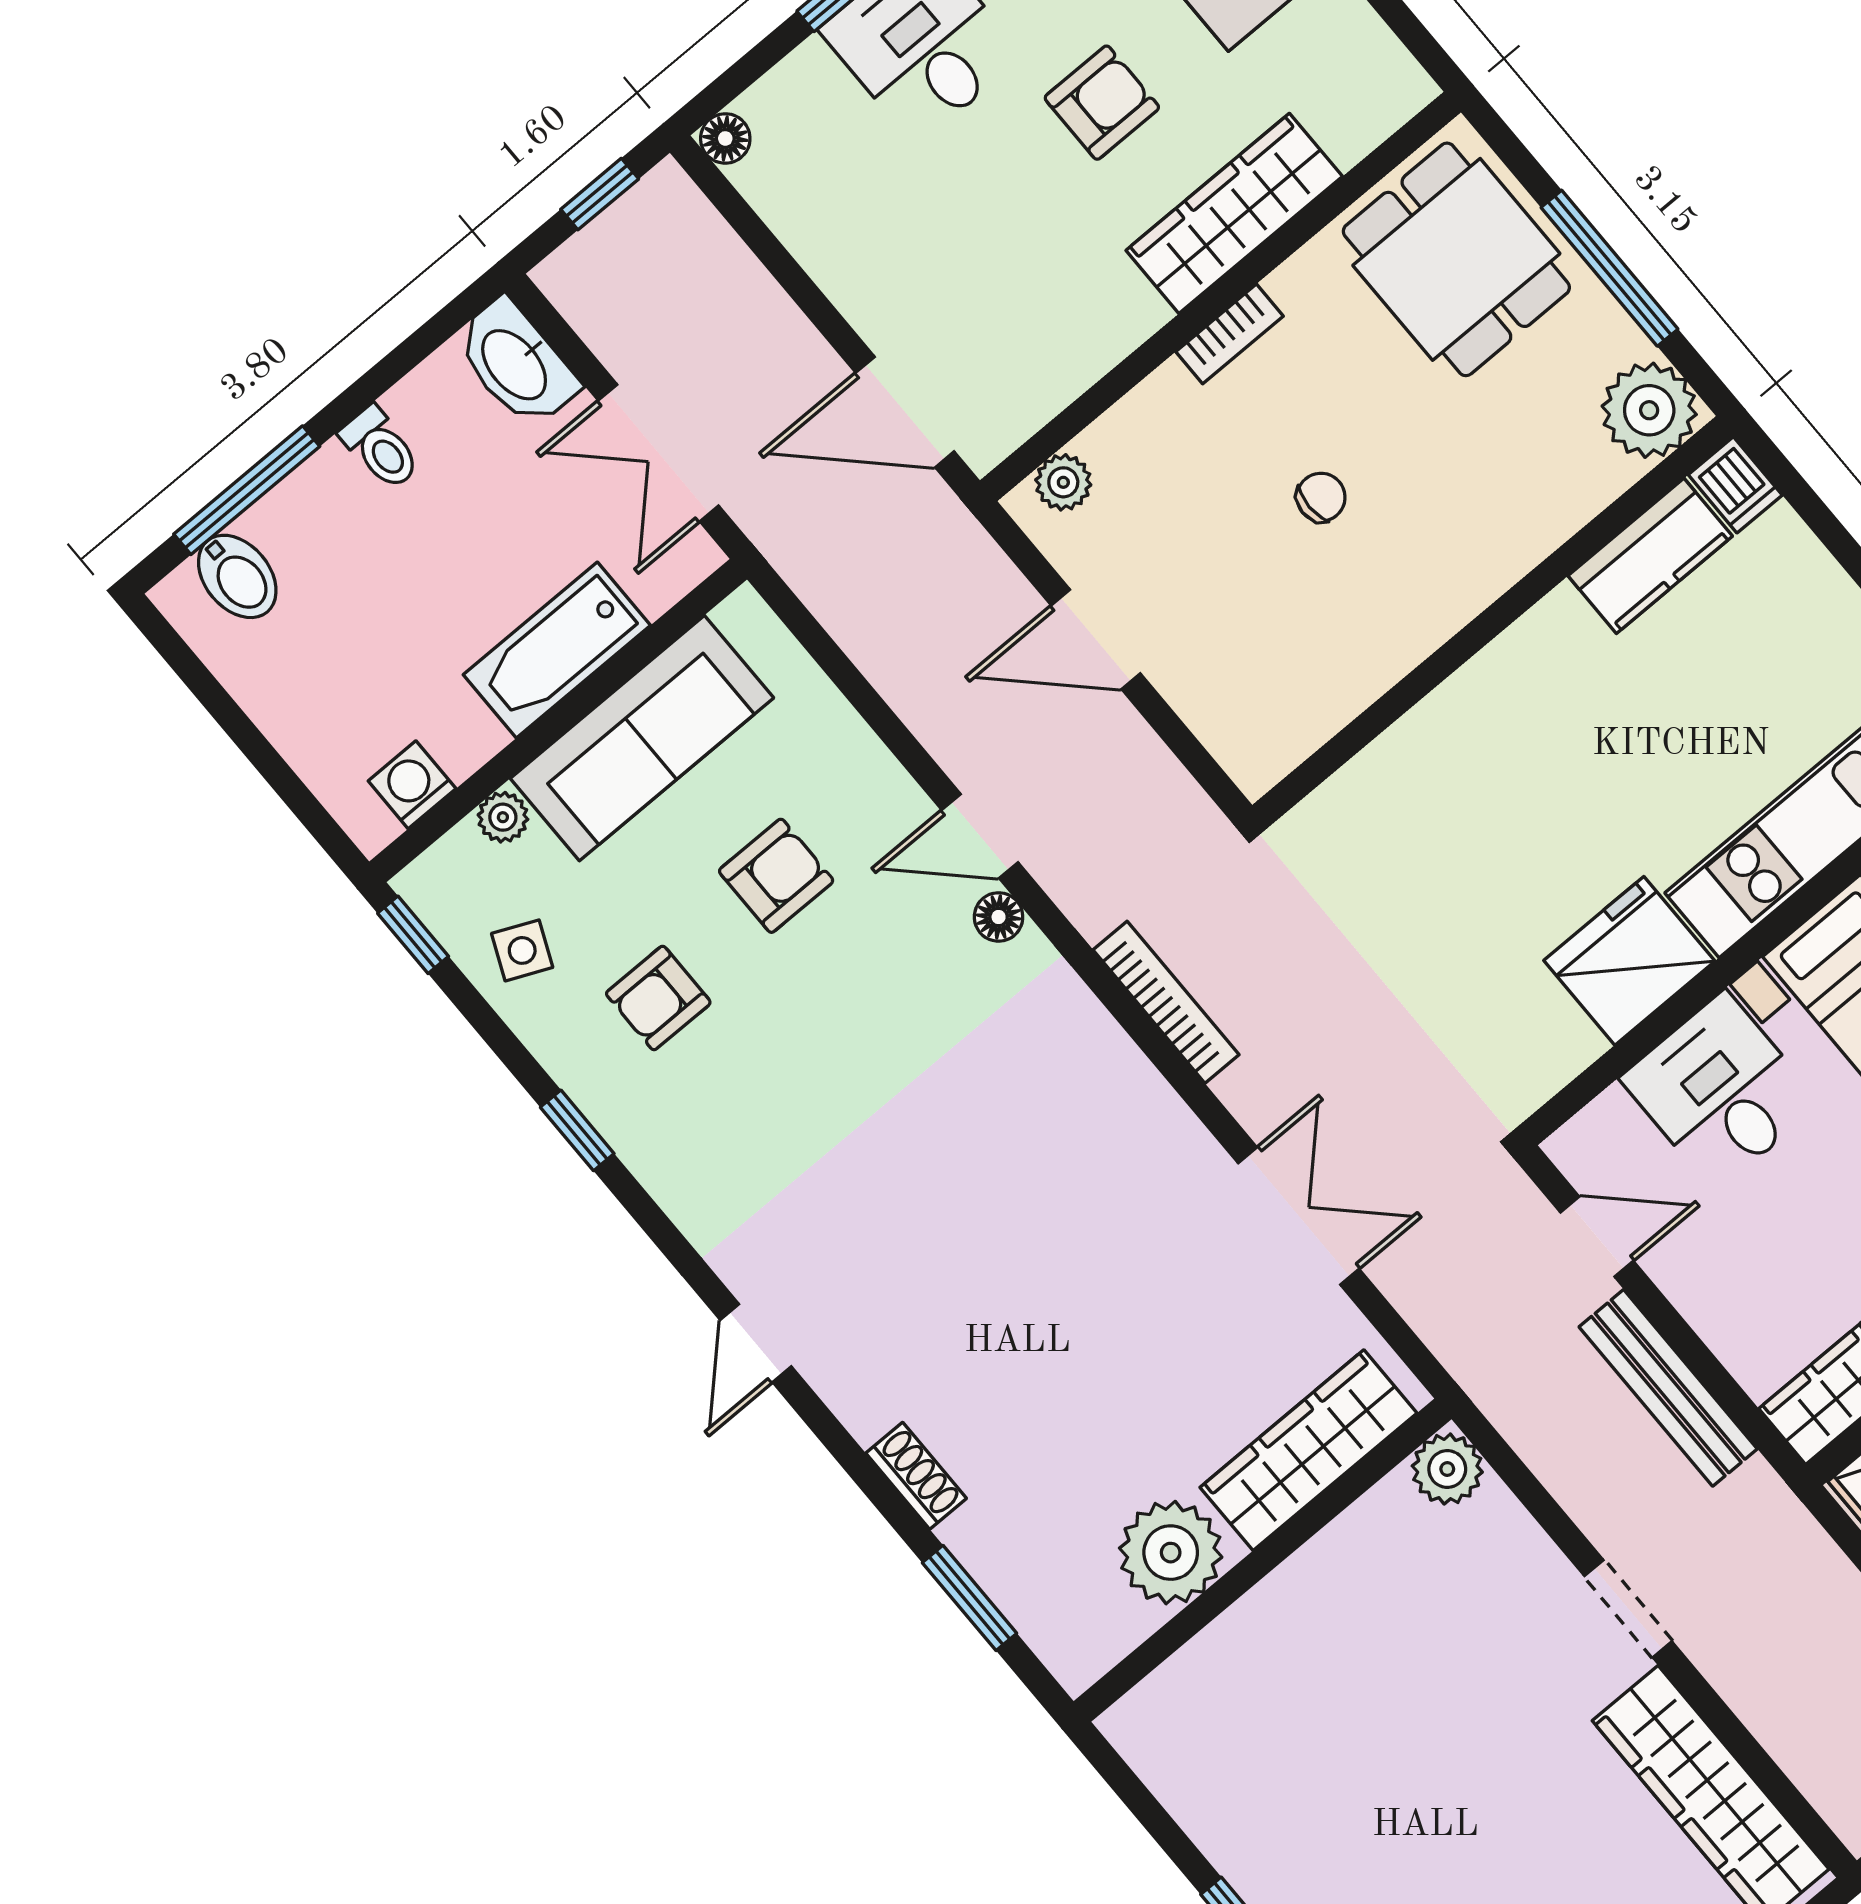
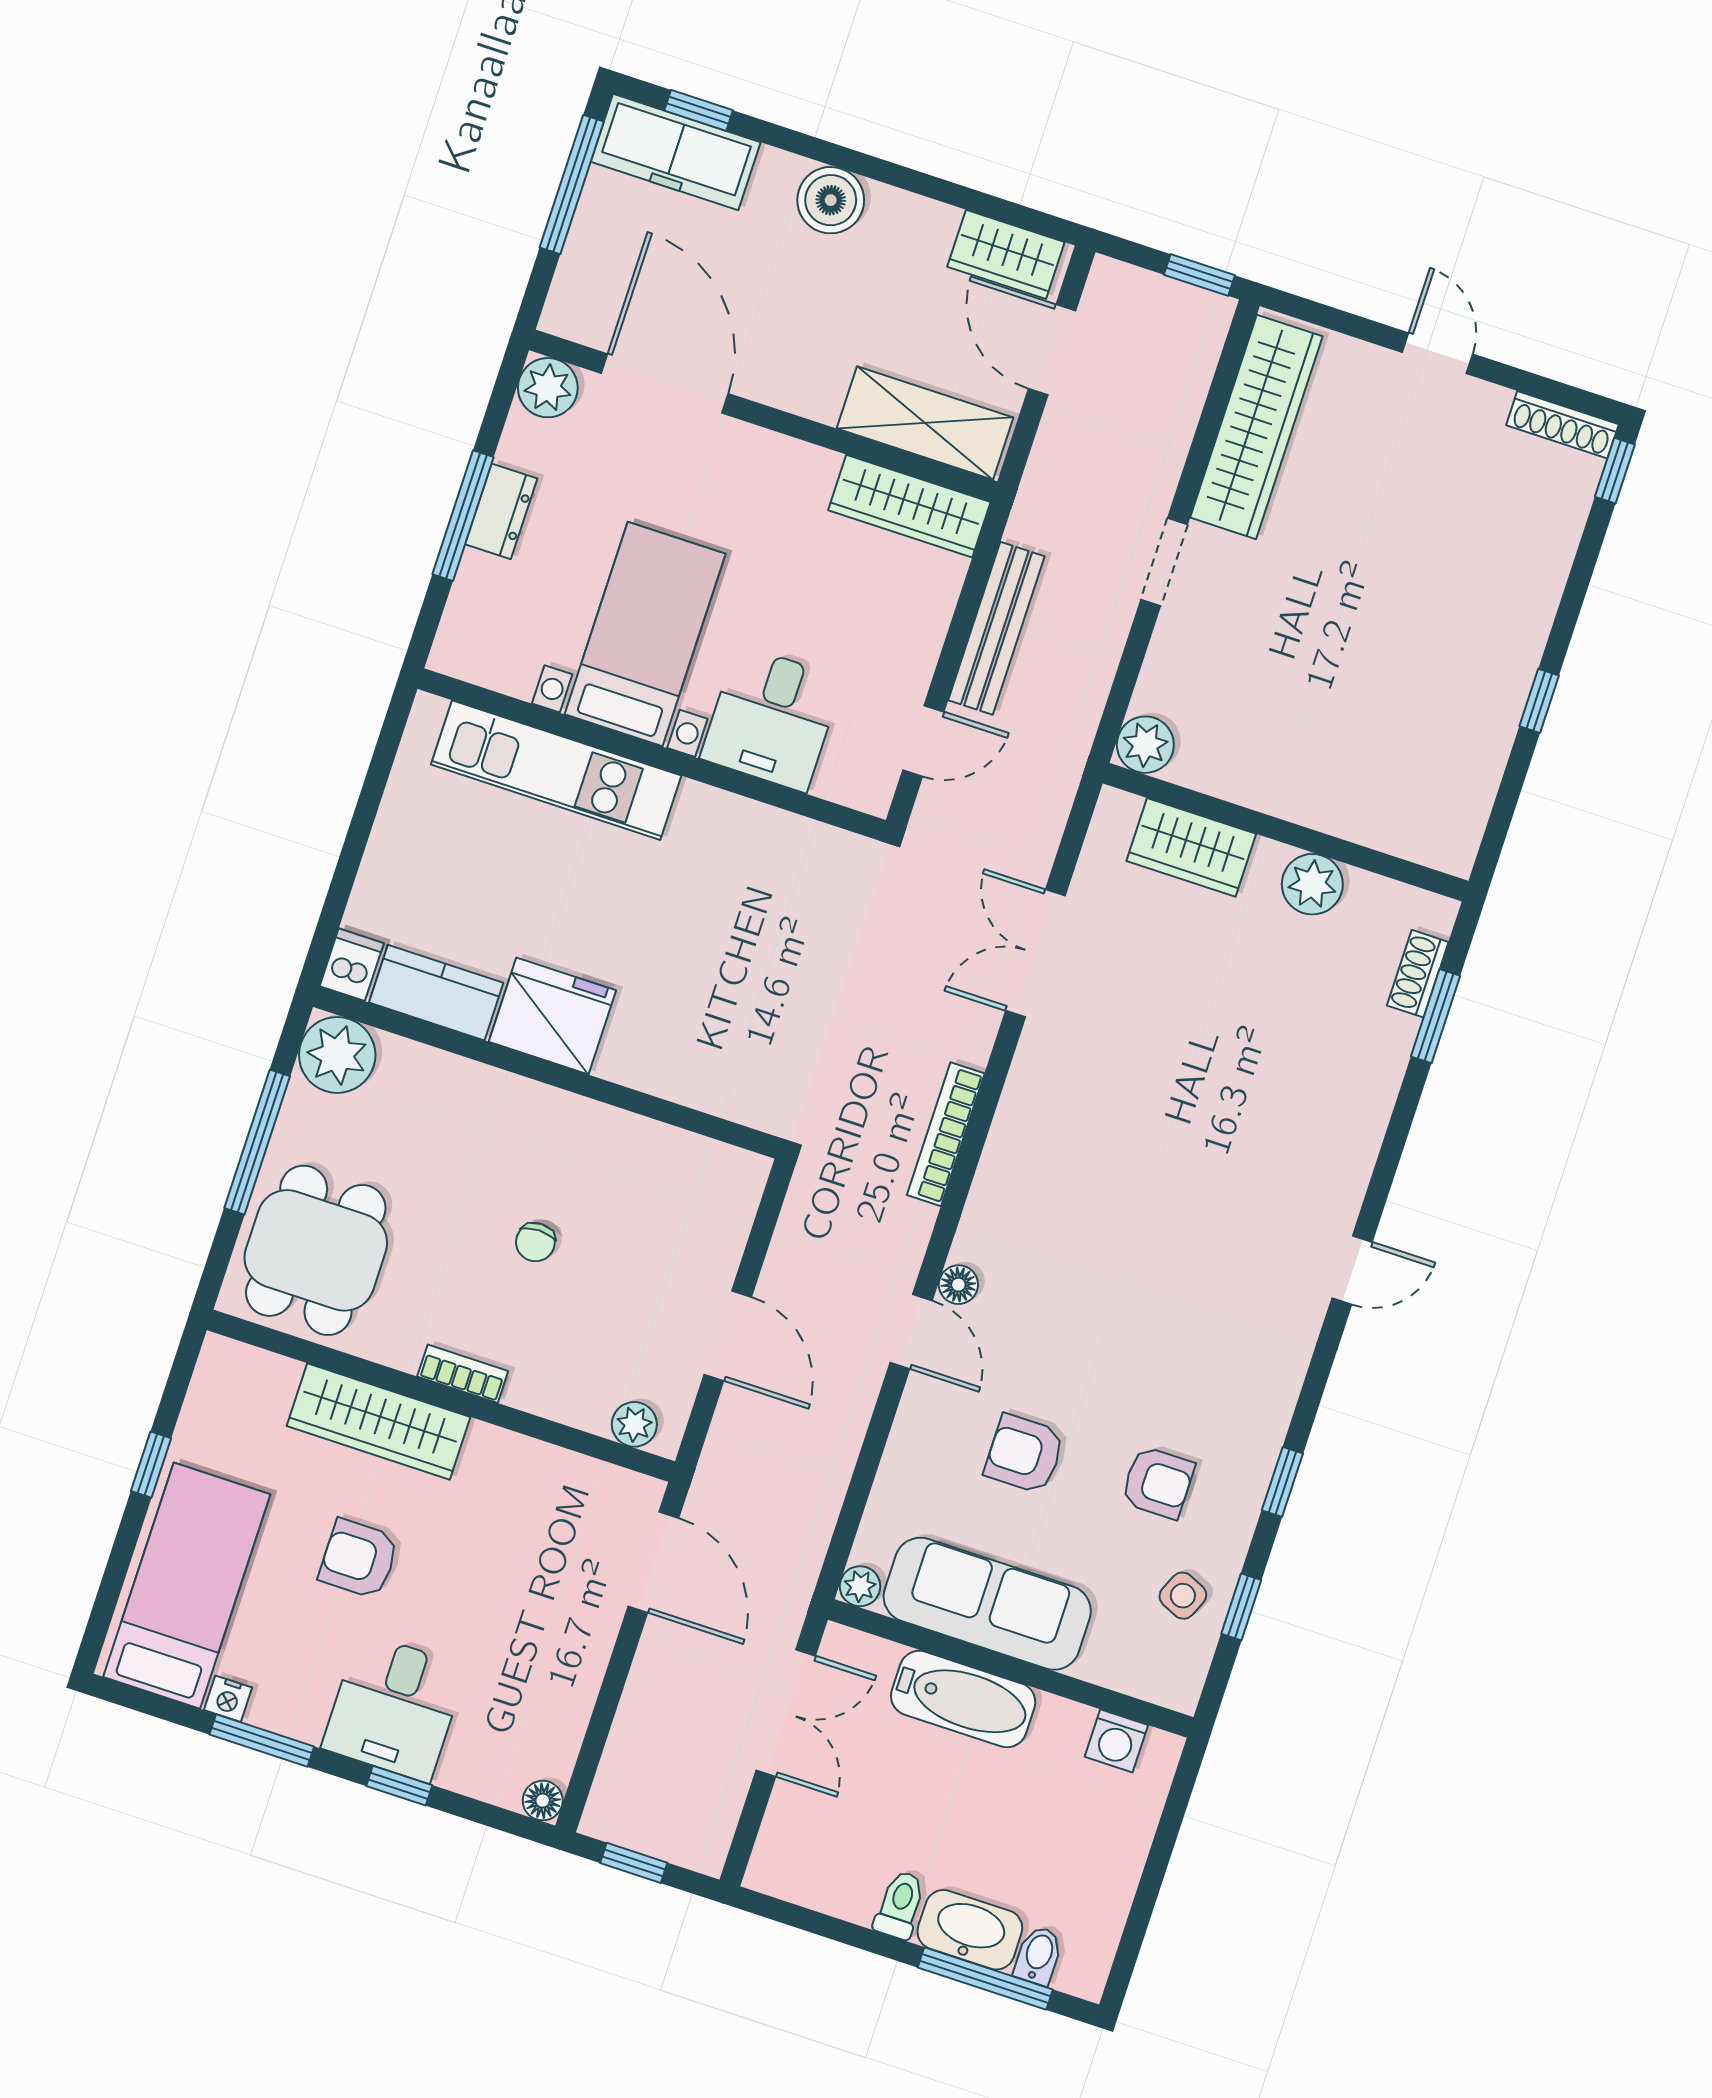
washbasin: (516, 363) -> (970, 1930), moved, turned -90
chair: (1321, 497) -> (535, 1242), turned -90
bidet: (237, 576) -> (1038, 1956), width x0.72, depth x0.74
plant: (503, 817) -> (860, 1586), moved
window: (413, 935) -> (1241, 1607), moved
fridge: (1629, 961) -> (552, 1016), moved, turned 180
door: (1597, 1237) -> (923, 741), swing flipped
wardrobe: (1308, 1450) -> (1191, 847), width x0.67
shoe rack: (916, 1476) -> (1418, 974), moved
plant: (1171, 1553) -> (1312, 884), width x0.73, depth x0.73

